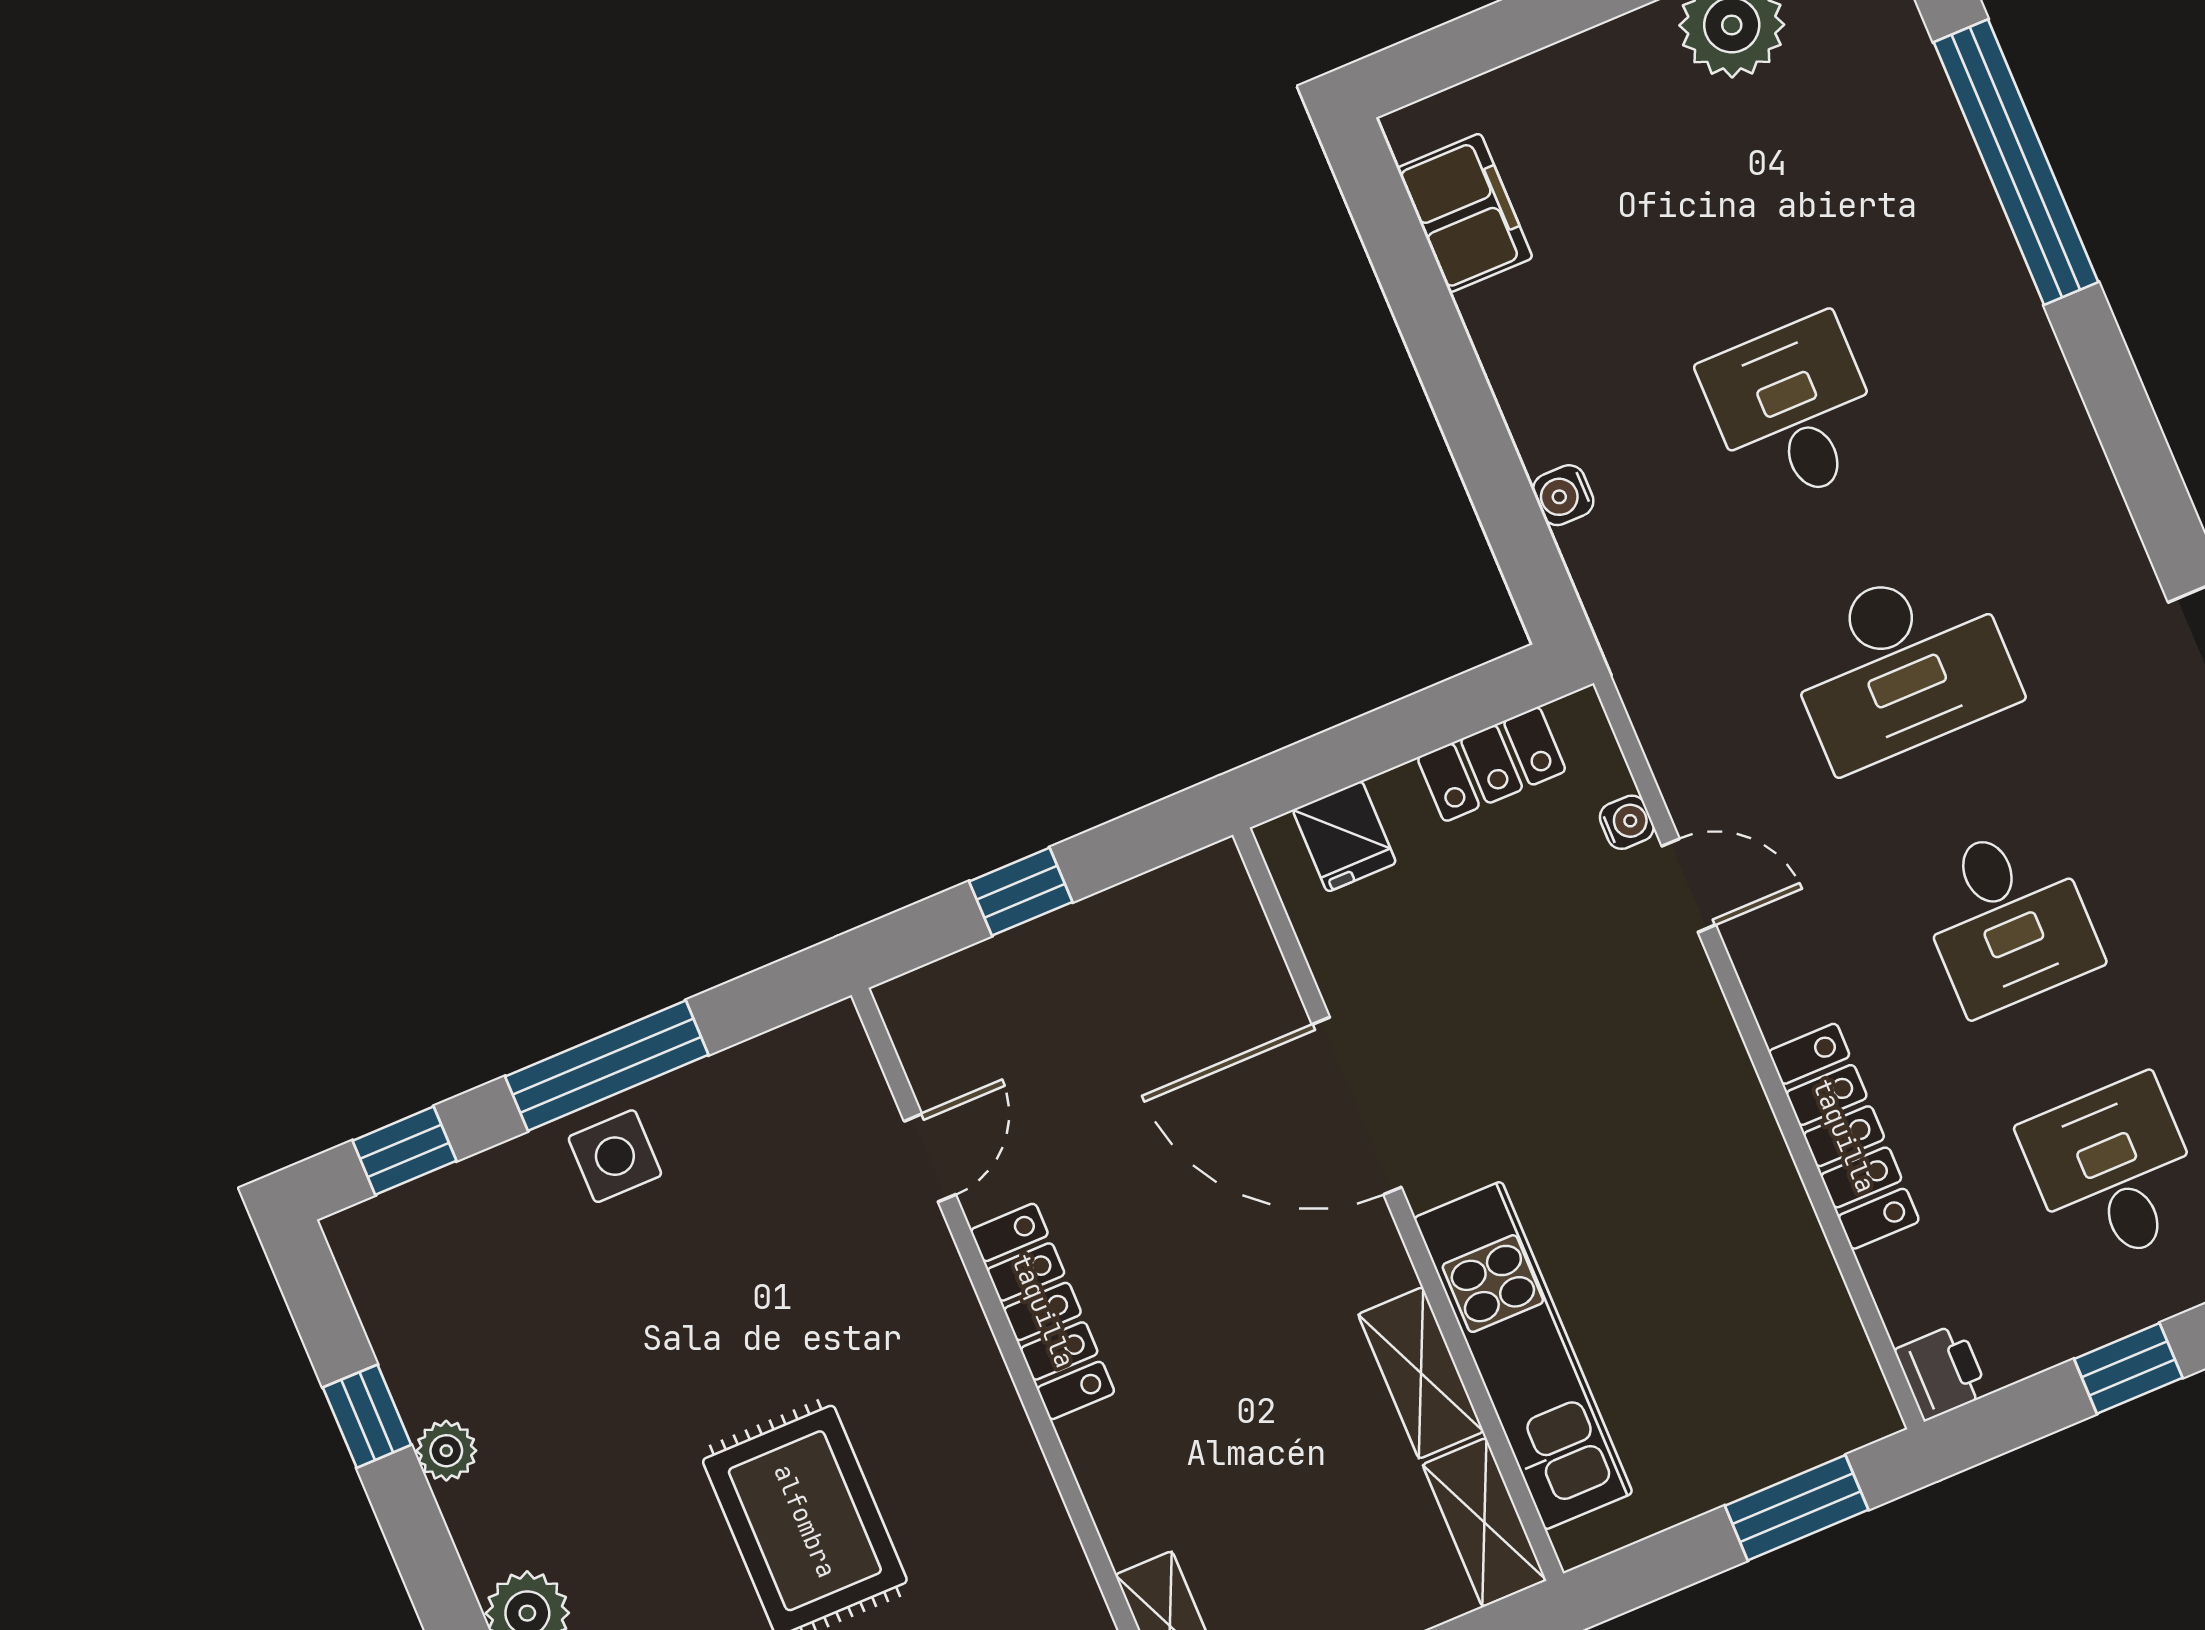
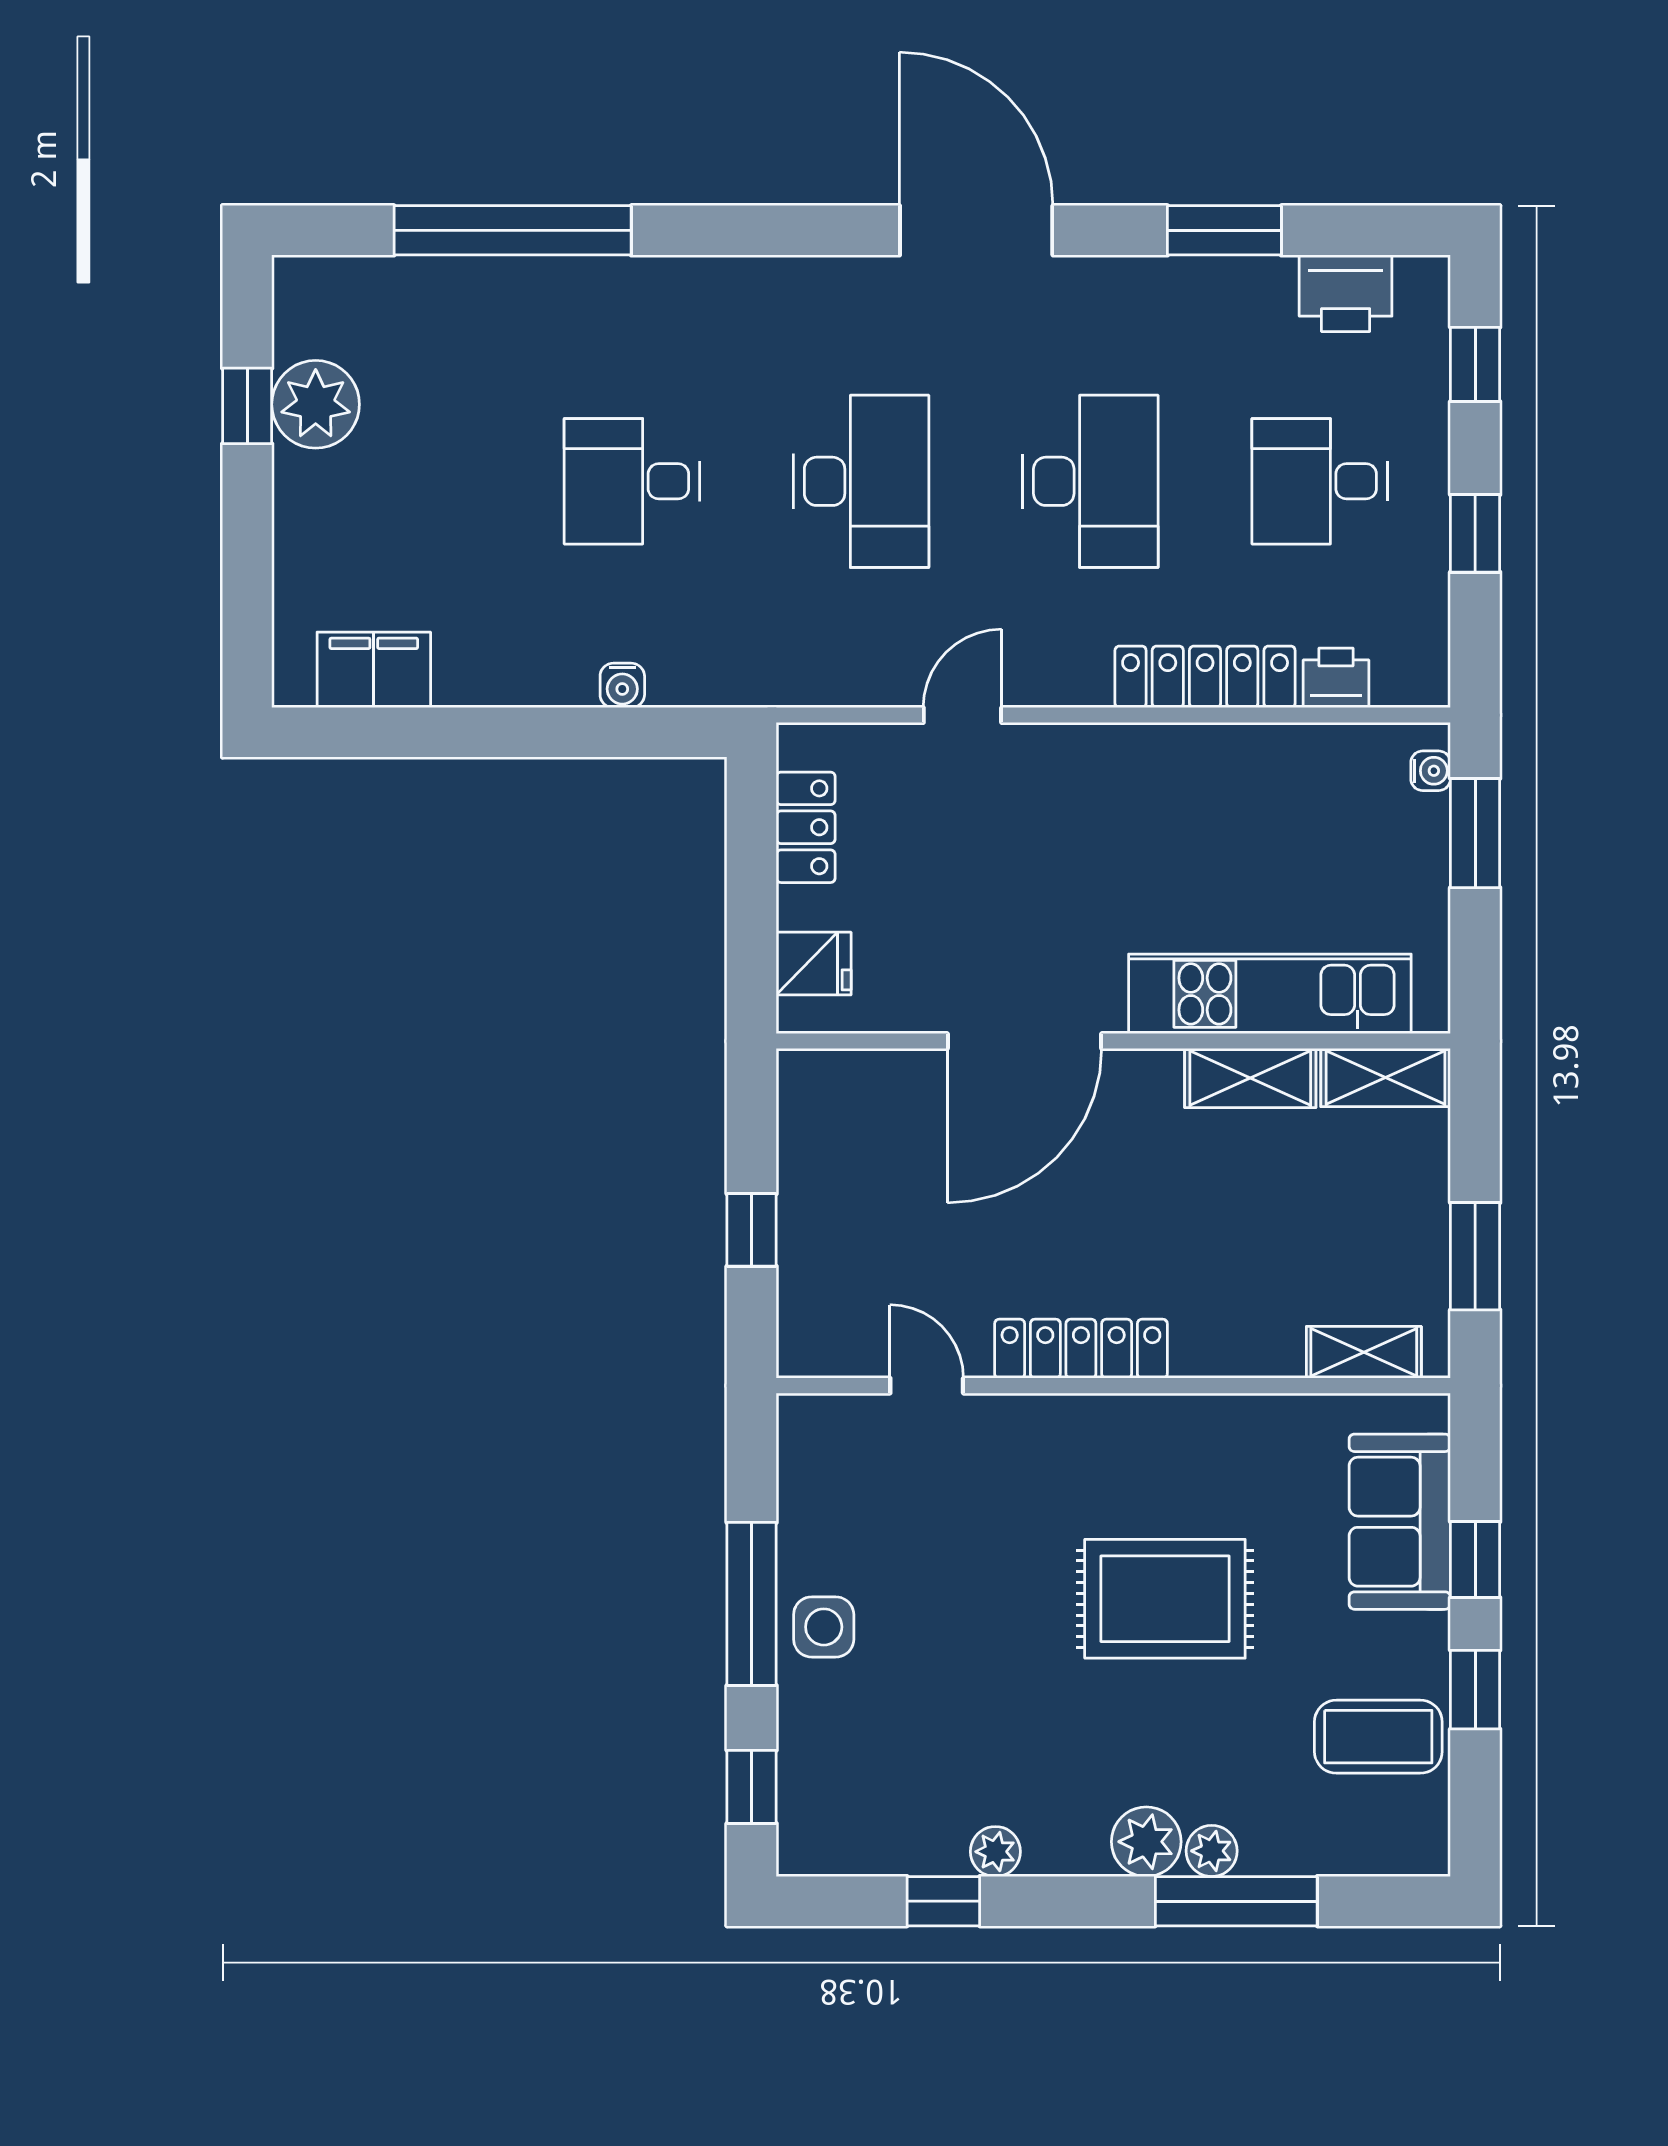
water cooler: (1627, 822) -> (1431, 771), moved, turned 90
desk: (2007, 918) -> (1090, 481), width x1.37
printer: (1942, 1372) -> (1336, 678), moved

